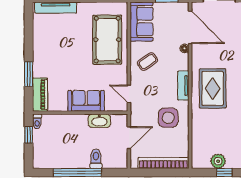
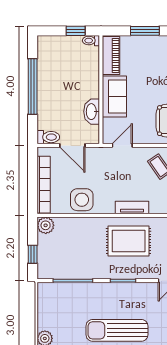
piano: (40, 95) -> (111, 55), moved, turned -90
side table: (168, 118) -> (82, 200), moved
toilet: (96, 159) -> (48, 137), moved
plant: (218, 161) -> (46, 225), moved

